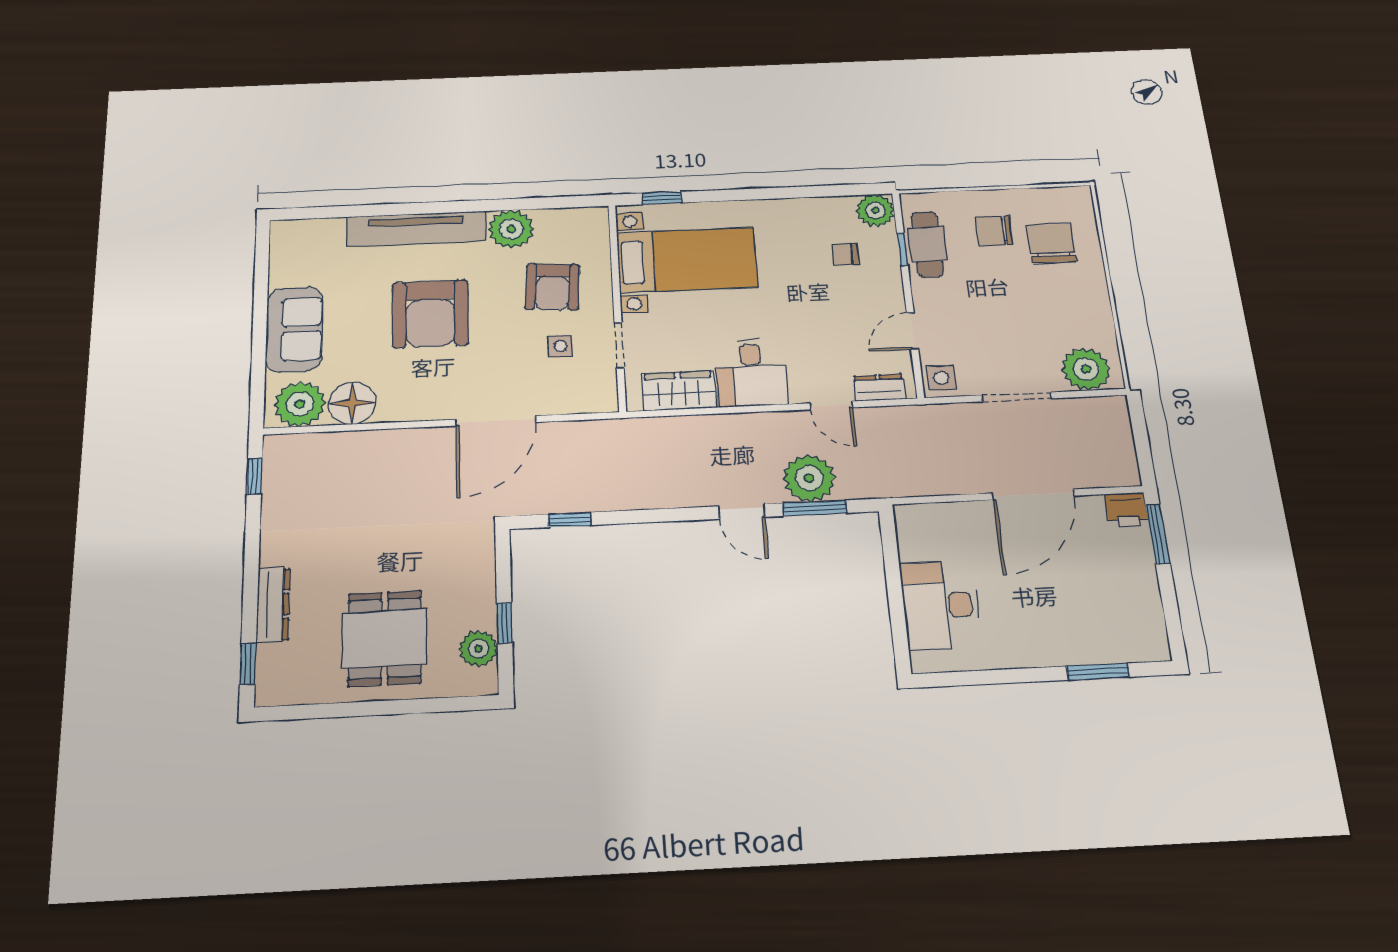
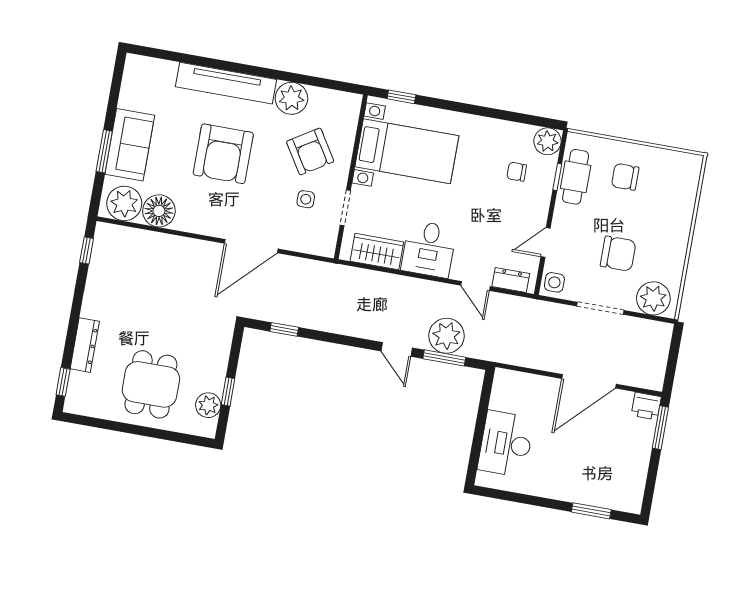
chair: (1052, 243) -> (618, 254), moved, turned 90
armchair: (552, 287) -> (310, 151), turned -36
window: (259, 345) -> (104, 151), added

